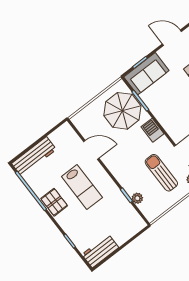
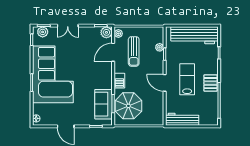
sofa: (146, 74) -> (104, 104), moved, turned -90
door: (91, 150) -> (165, 83), moved
workbench: (34, 157) -> (182, 119), moved
workbench: (100, 251) -> (194, 35), width x1.88, depth x1.32

